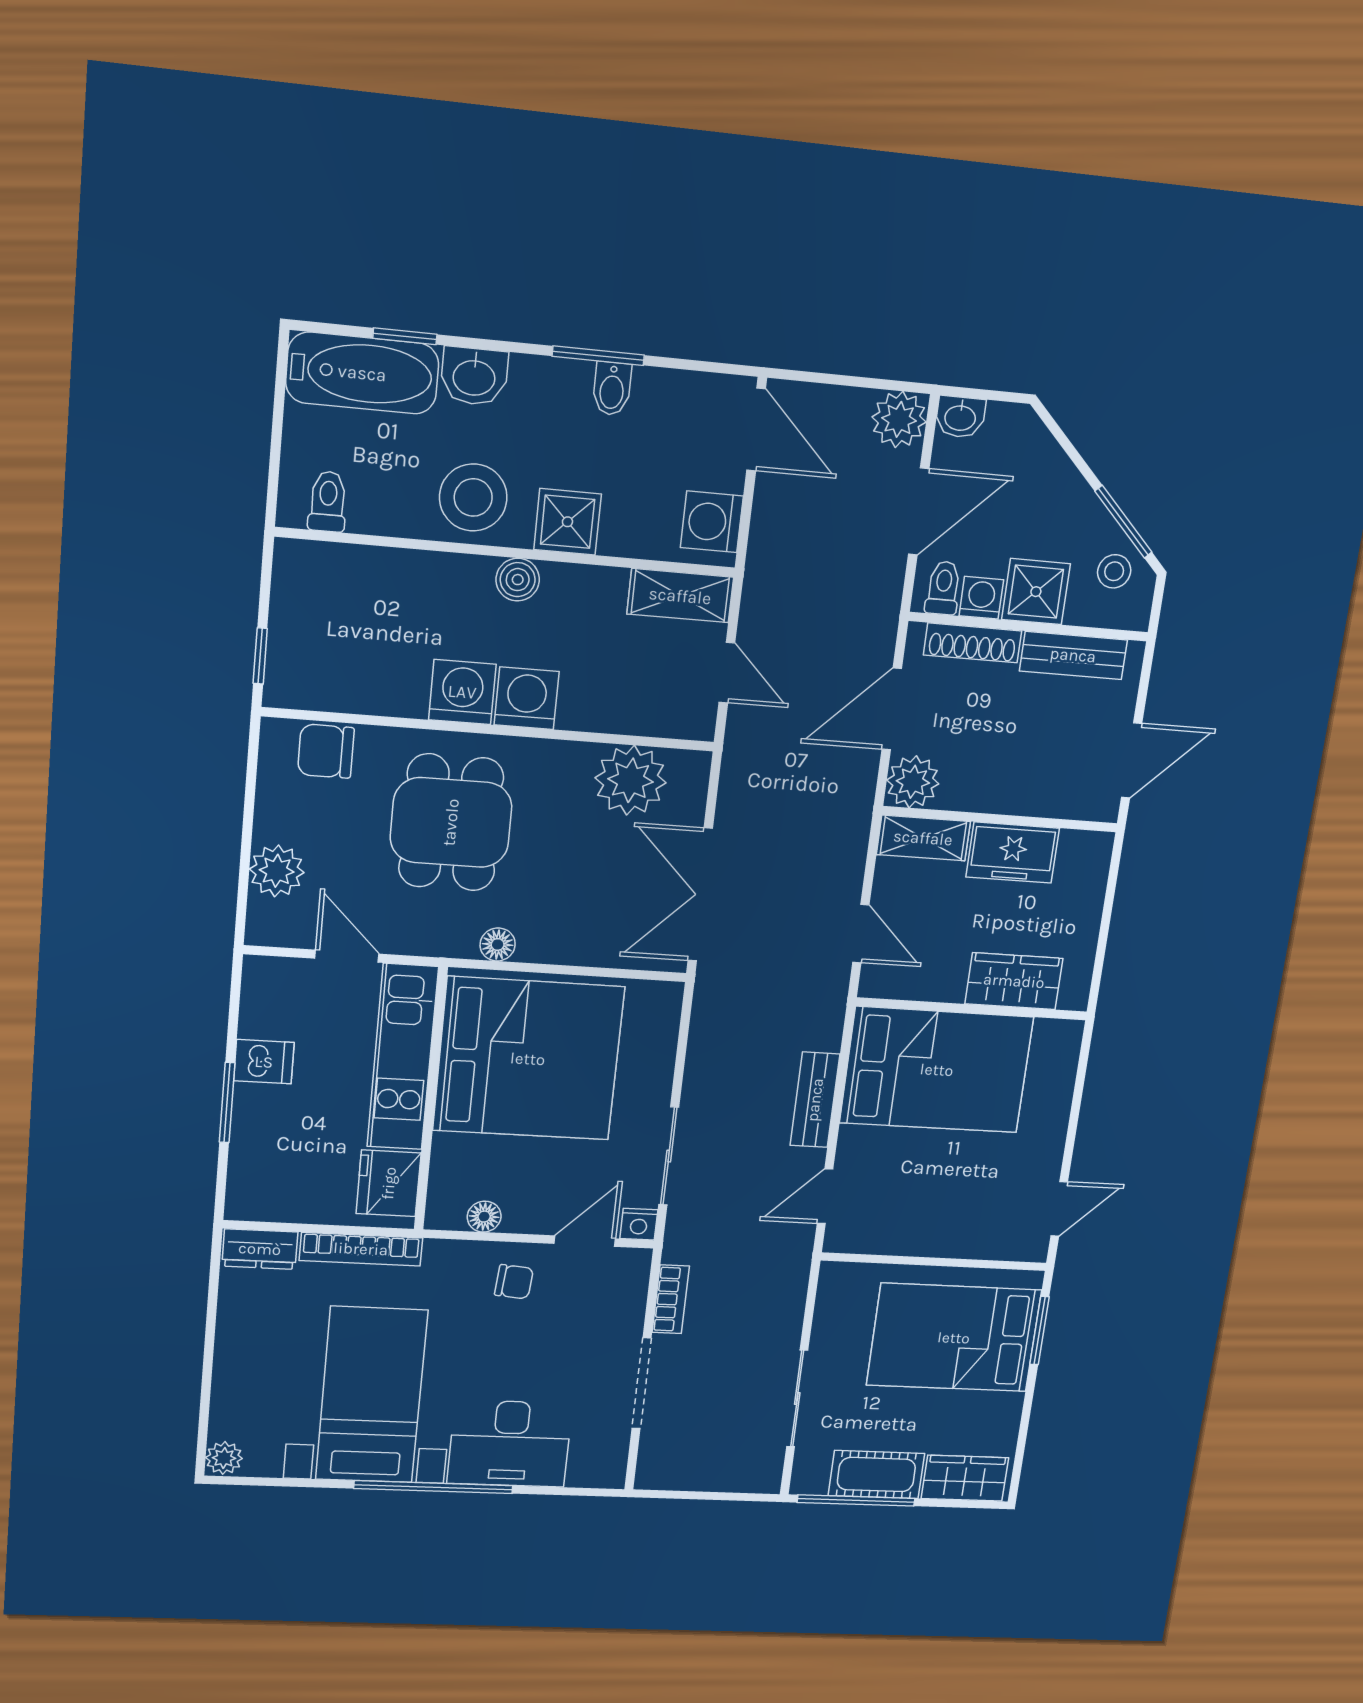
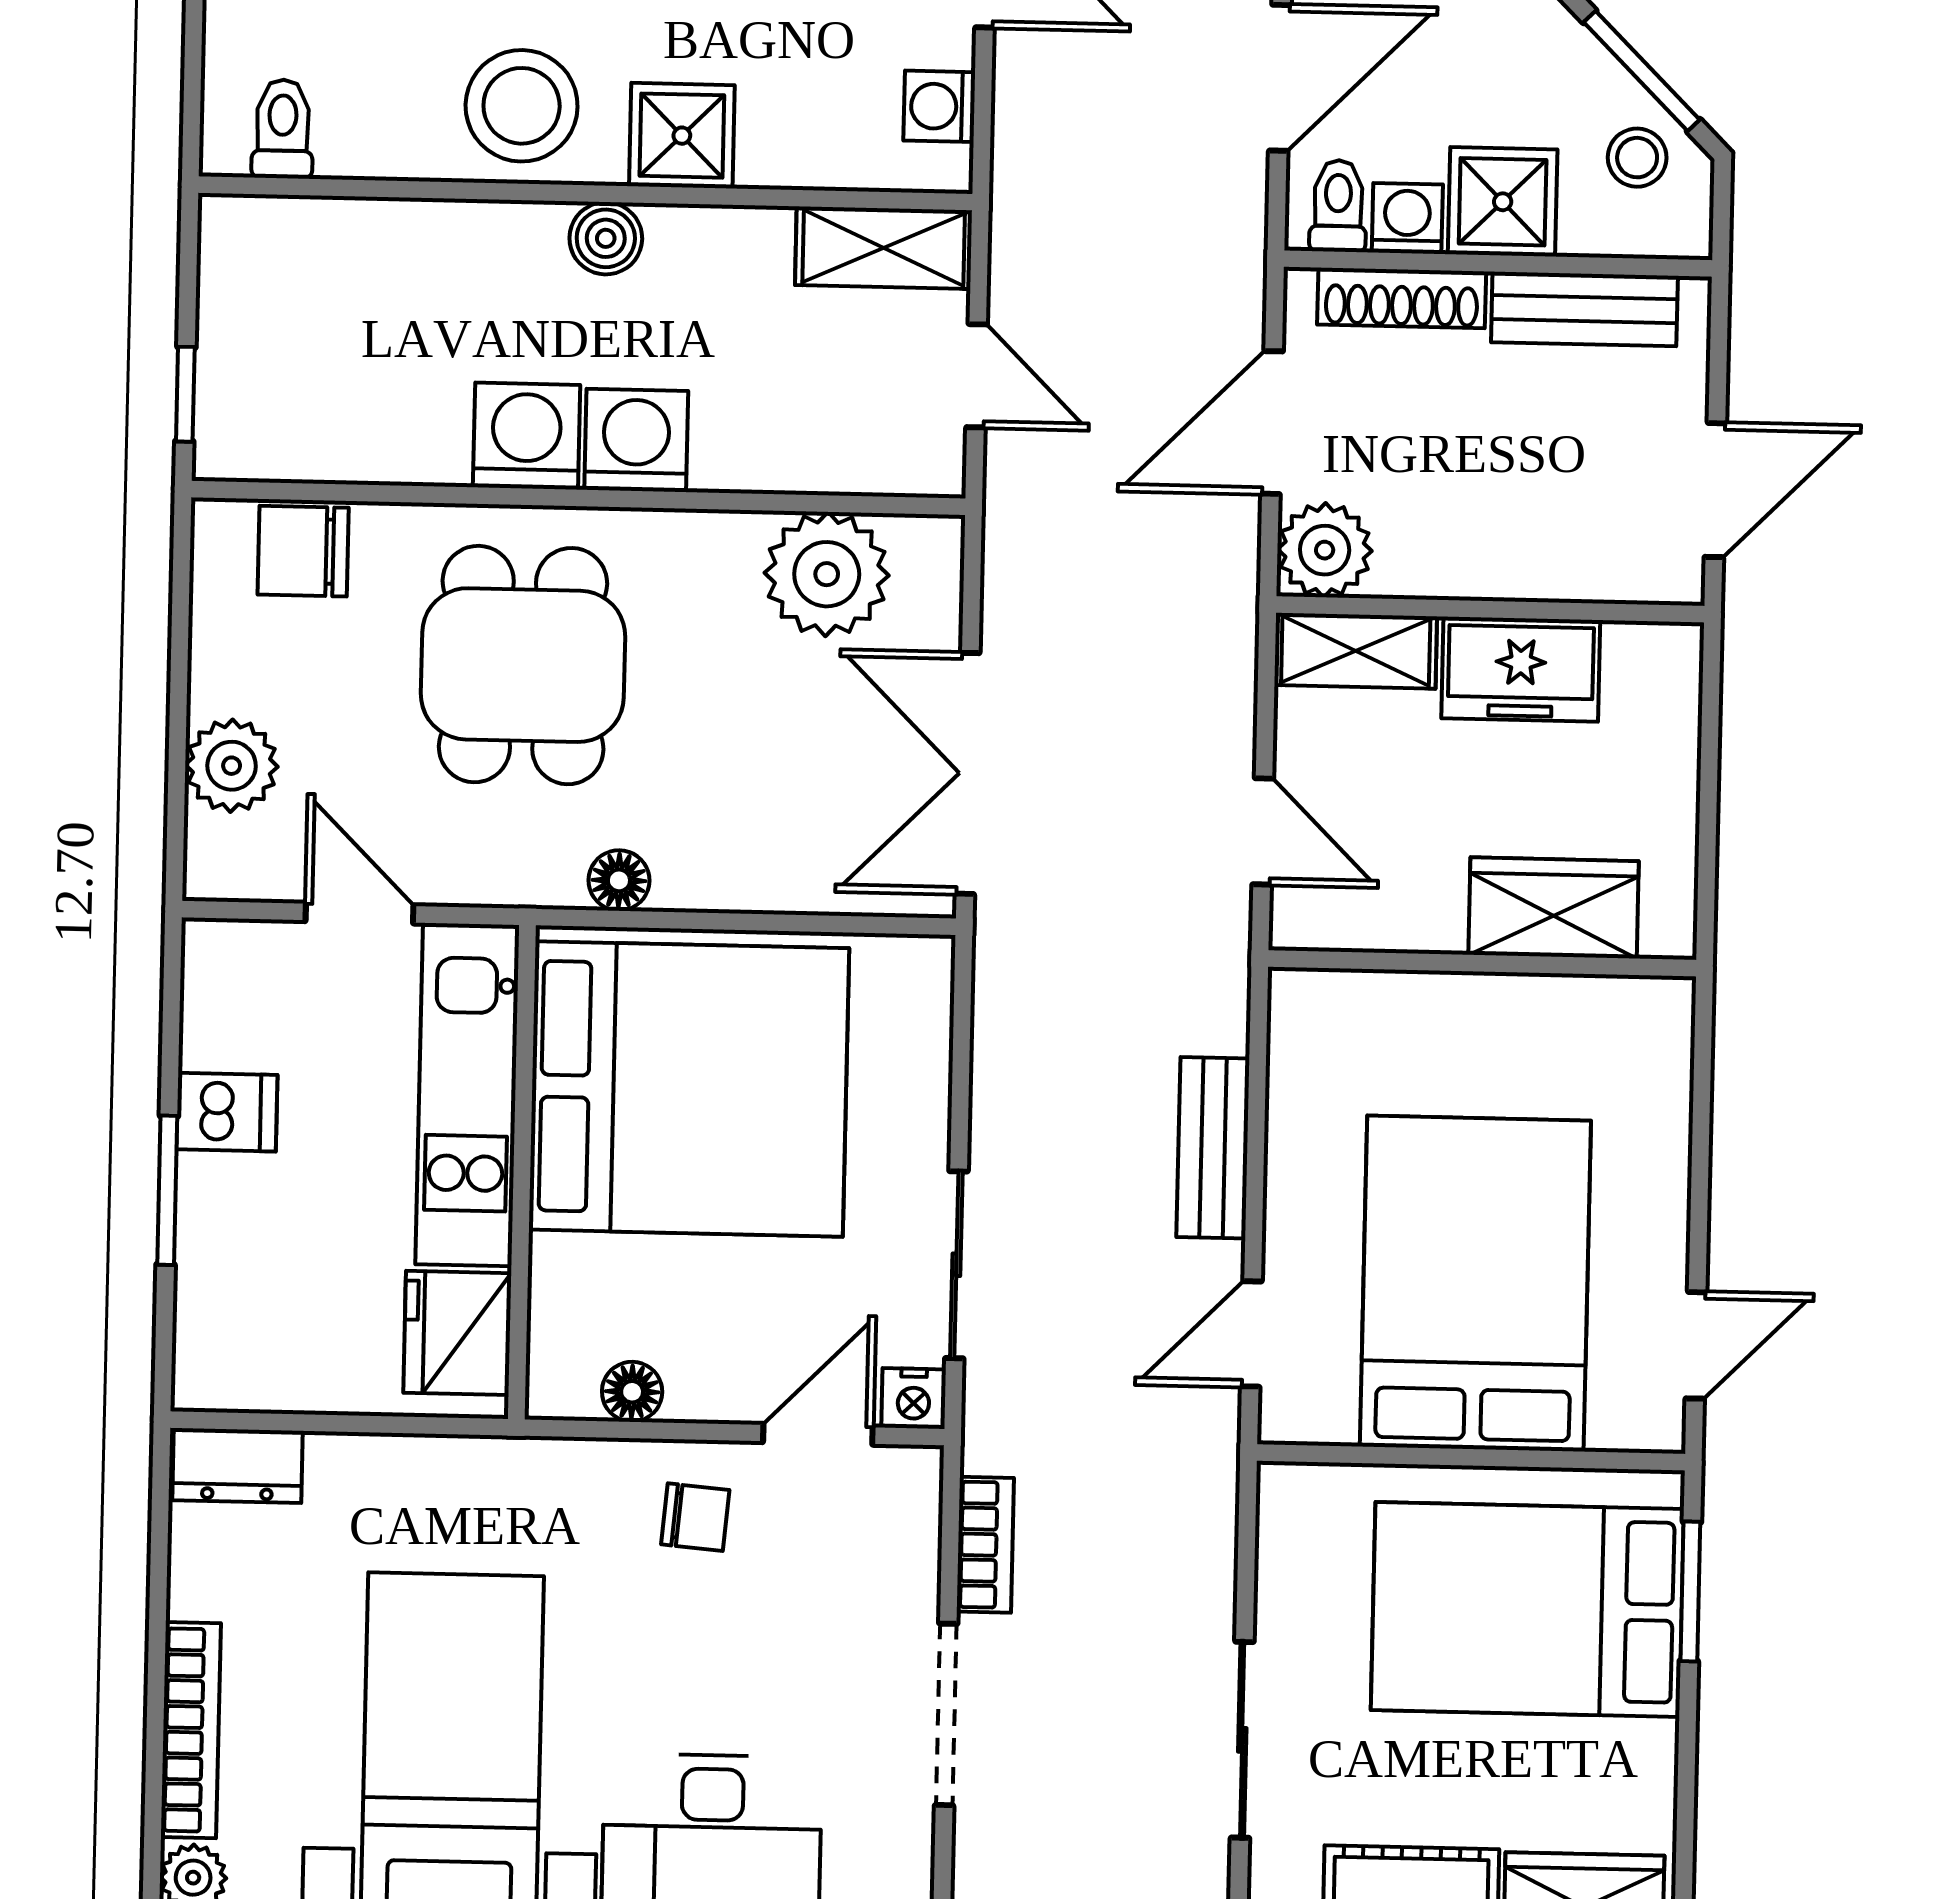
washing machine: (712, 522) -> (939, 106), width x0.73, depth x0.73
bed: (937, 1070) -> (1475, 1284), moved, turned -90
bookcase: (361, 1249) -> (191, 1730), moved, turned -90

